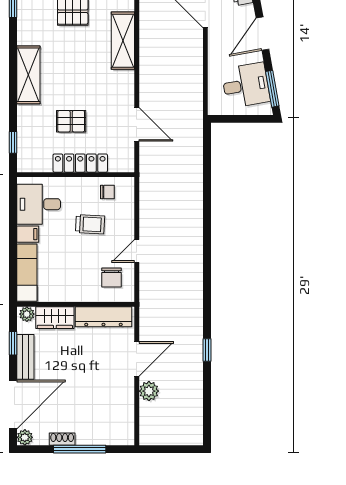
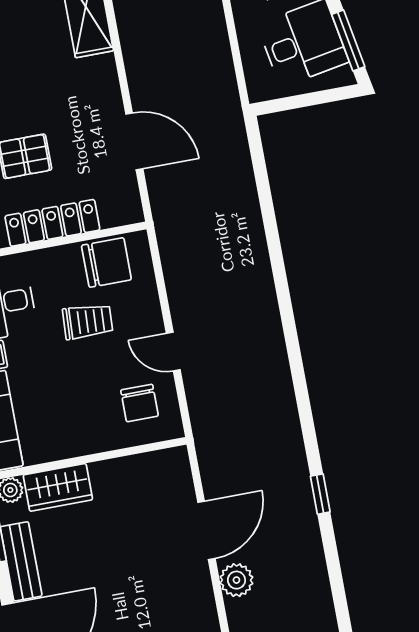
chair: (107, 192) -> (106, 263), width x1.87, depth x1.87
door: (137, 251) -> (173, 352), hinge flipped
dresser: (103, 317) -> (138, 471), removed

